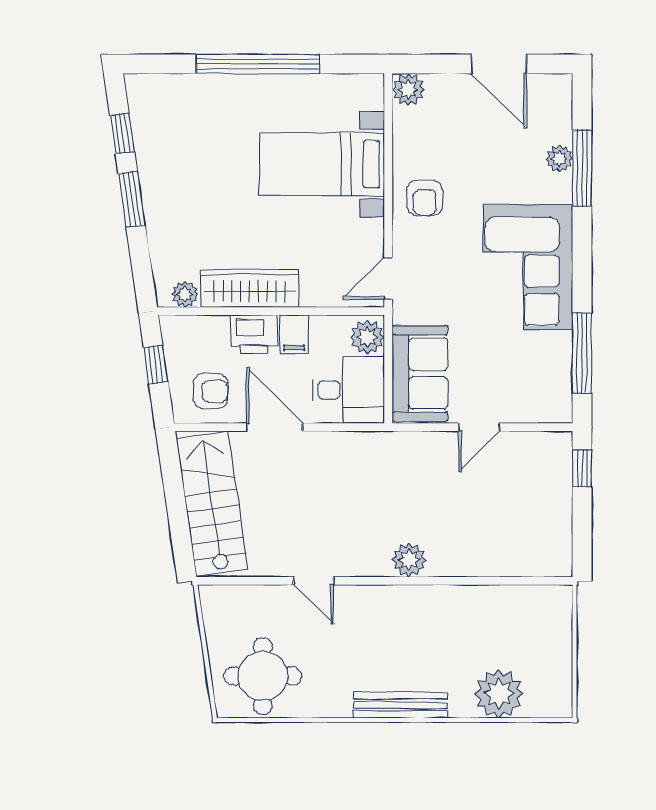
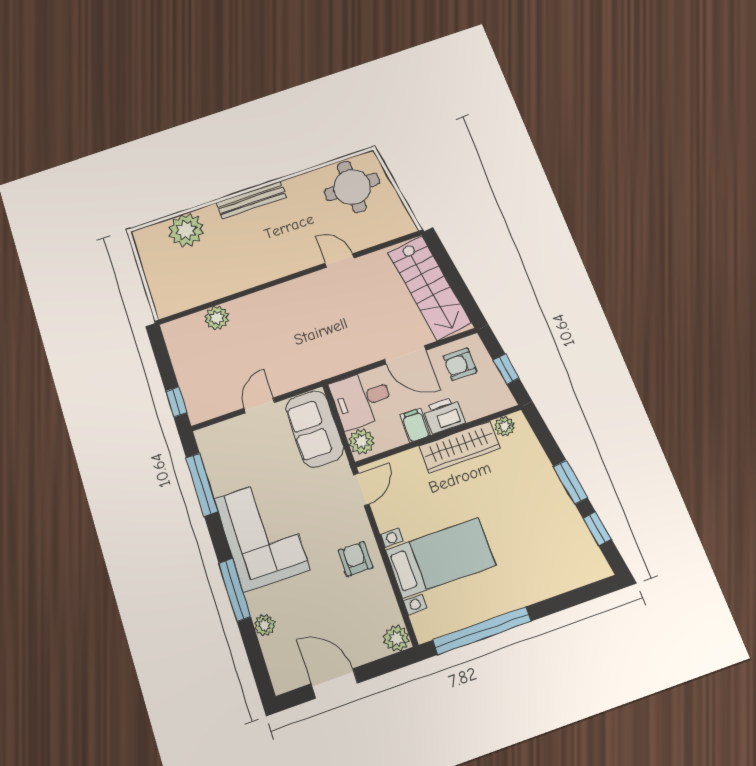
window: (258, 64) -> (482, 631), moved
window: (582, 168) -> (235, 590), moved
plant: (409, 560) -> (217, 318), moved

